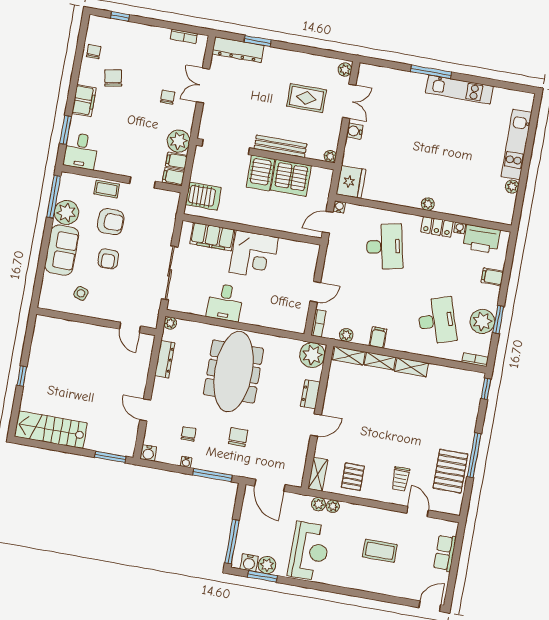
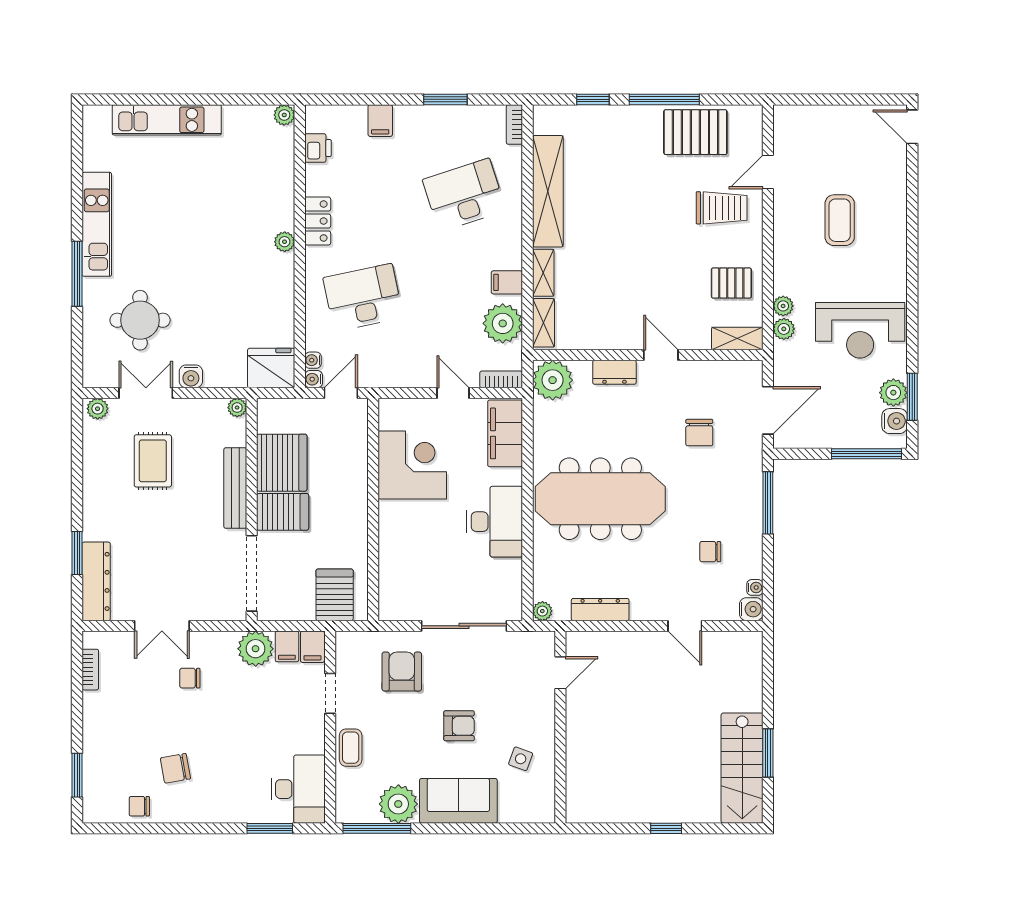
window: (120, 16) -> (77, 775), width x1.50
filing cabinet: (84, 101) -> (219, 808), removed
round table: (395, 106) -> (140, 320), added
desk: (81, 151) -> (298, 789), width x1.37
plant: (512, 187) -> (284, 115), moved
armchair: (111, 222) -> (402, 672), moved
door: (328, 222) -> (341, 393), swing flipped
water cooler: (460, 228) -> (313, 360), moved
filing cabinet: (212, 237) -> (505, 433), moved, turned 180
printer: (482, 239) -> (318, 148), width x0.53, depth x0.68
corner desk: (254, 255) -> (412, 465), moved
desk: (225, 302) -> (495, 522), width x1.37
plant: (482, 321) -> (453, 124), removed
plant: (346, 335) -> (503, 323), width x1.88, depth x1.88
shelving: (412, 367) -> (548, 191), width x2.20, depth x1.33
window: (486, 389) -> (593, 99), moved
door: (145, 410) -> (685, 626), hinge flipped
chair: (238, 437) -> (699, 433), moved, turned -90
window: (110, 457) -> (768, 753), moved
water cooler: (186, 462) -> (755, 587), moved
trolley: (400, 479) -> (722, 208), width x1.36, depth x1.39
reception desk: (309, 551) -> (860, 330), turned 180
row of seats: (445, 553) -> (825, 118), removed

